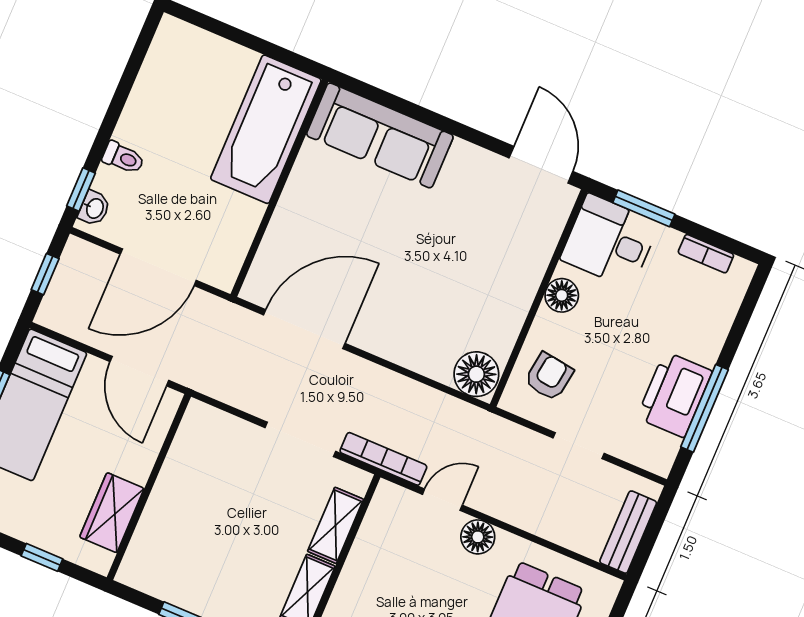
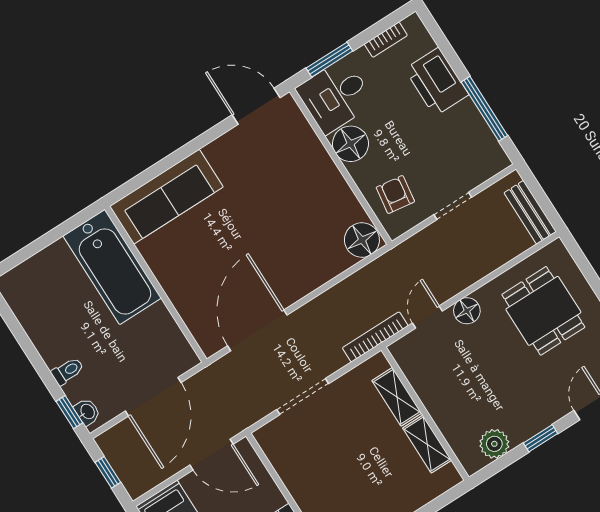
floor lamp: (562, 295) -> (350, 144), width x1.38, depth x1.38
printer: (674, 394) -> (437, 82), moved
doorway: (300, 439) -> (303, 397), moved

